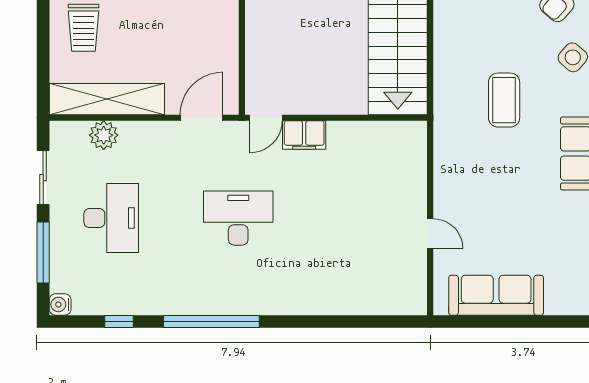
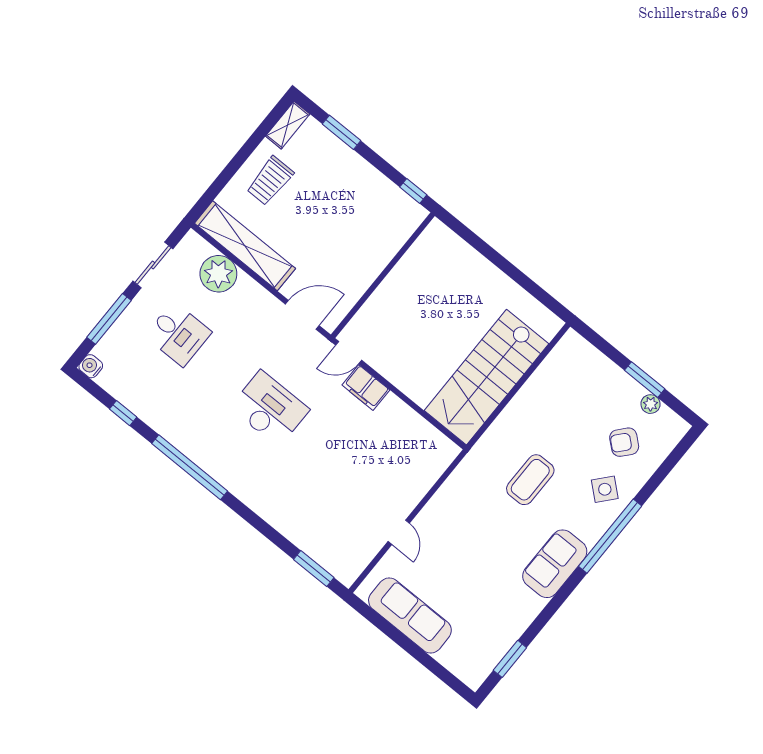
plant: (104, 135) -> (218, 274), width x1.36, depth x1.36
desk: (111, 218) -> (178, 334), width x0.73
window: (384, 322) -> (314, 569), added

